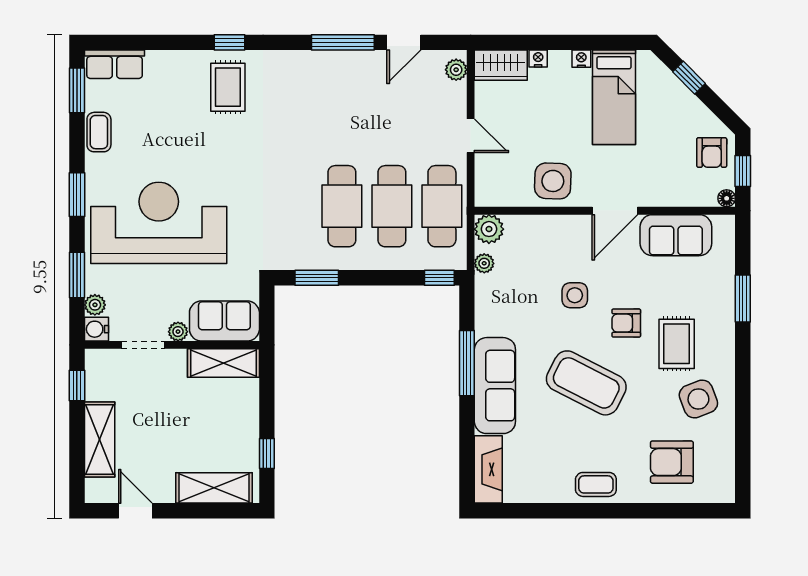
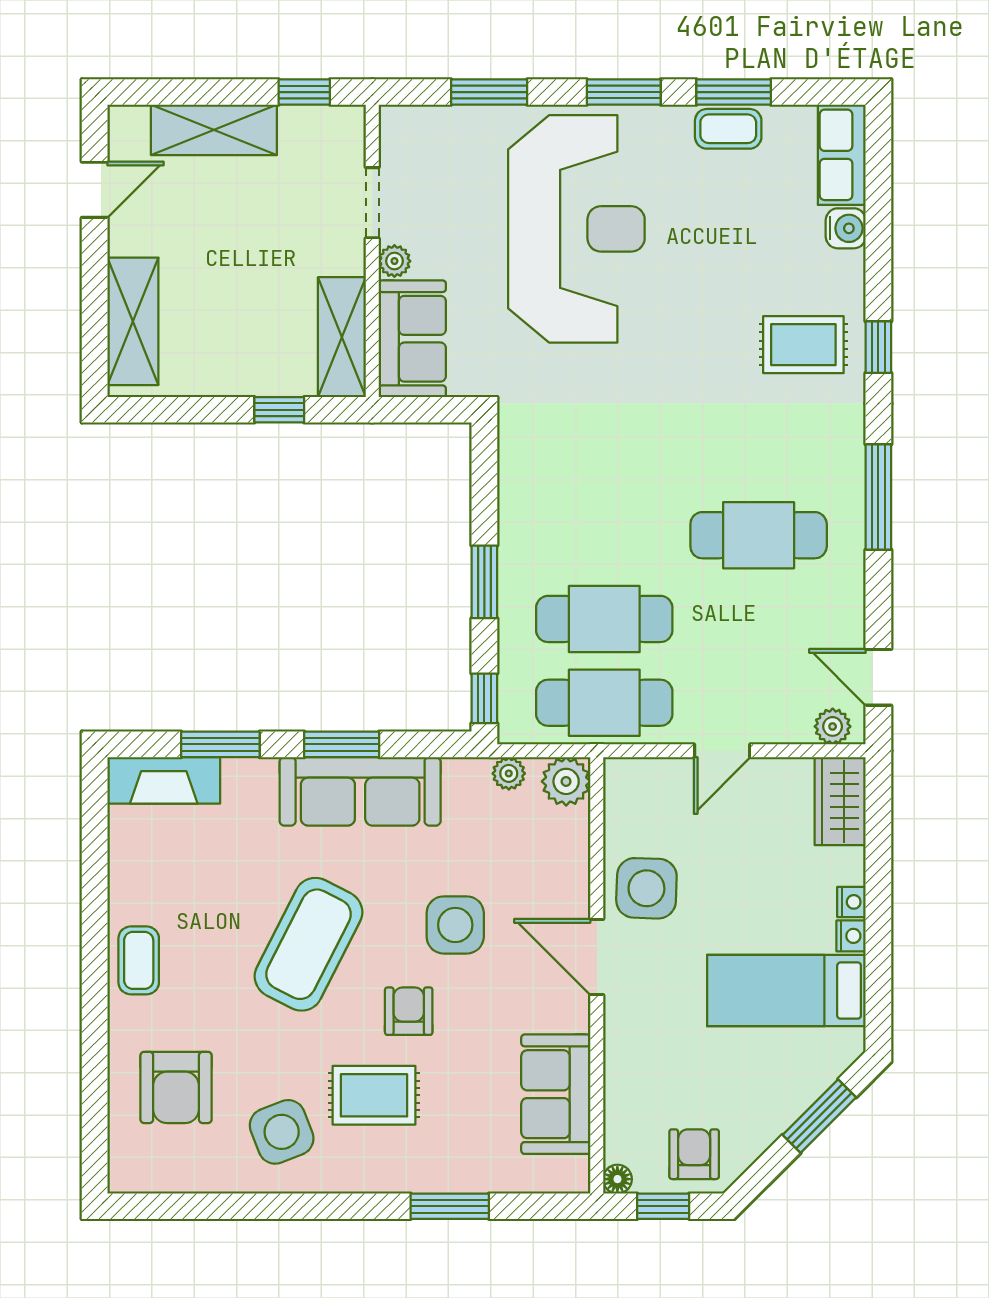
window: (343, 42) -> (878, 497), moved
door: (404, 42) -> (878, 677), moved
nightstand: (538, 58) -> (851, 902), moved
window: (689, 78) -> (819, 1116), width x1.50
window: (77, 90) -> (734, 92), moved
armchair: (712, 152) -> (694, 1154), turned 90
cafe table: (342, 206) -> (759, 535), moved
door: (615, 211) -> (597, 957), moved
window: (317, 278) -> (484, 582), moved
side table: (575, 295) -> (455, 925), width x1.37, depth x1.37
plant: (95, 305) -> (439, 122), removed
water cooler: (97, 329) -> (846, 228), moved, turned 90
window: (467, 363) -> (342, 744), width x0.69
sofa: (495, 386) -> (360, 791), moved
window: (467, 436) -> (220, 744), added
window: (267, 454) -> (279, 410), moved
armchair: (672, 462) -> (176, 1087), turned 180

